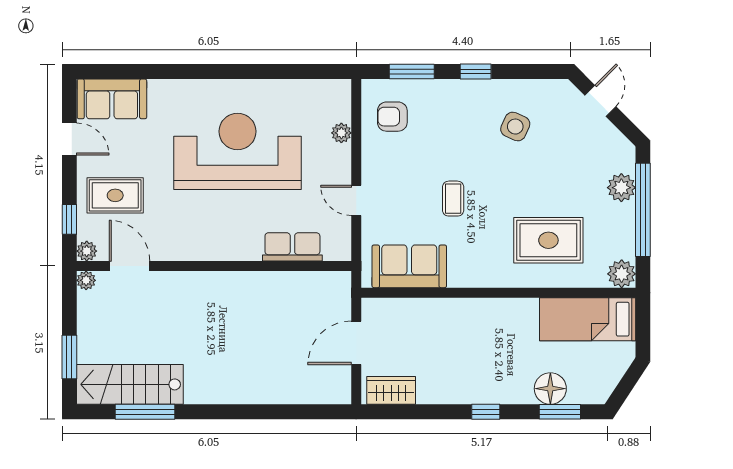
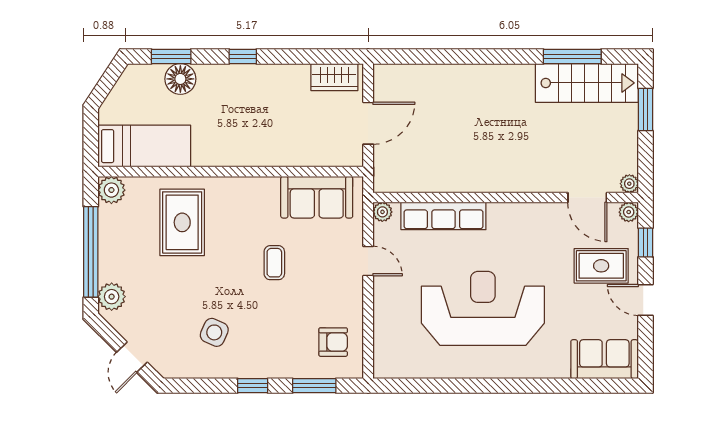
plant: (341, 133) -> (382, 212), moved
door: (69, 139) -> (645, 300), moved
reception desk: (238, 151) -> (483, 308), turned 180
plant: (621, 188) -> (112, 297), moved
rug: (548, 240) -> (182, 222), turned 90
row of seats: (292, 247) -> (443, 216), width x1.48

